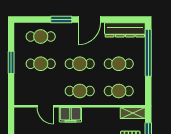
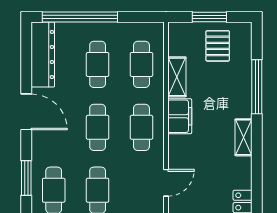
window: (61, 19) -> (26, 178), moved
shelving: (133, 113) -> (177, 77), moved
filing cabinet: (70, 115) -> (180, 116), moved

